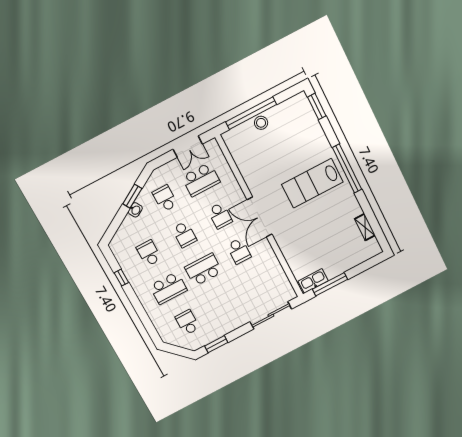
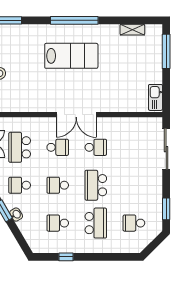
school desk: (201, 180) -> (20, 147), turned 180
lab bench: (312, 183) -> (71, 56), turned -90
school desk: (184, 234) -> (58, 185), turned 180
window: (330, 284) -> (166, 51), moved

